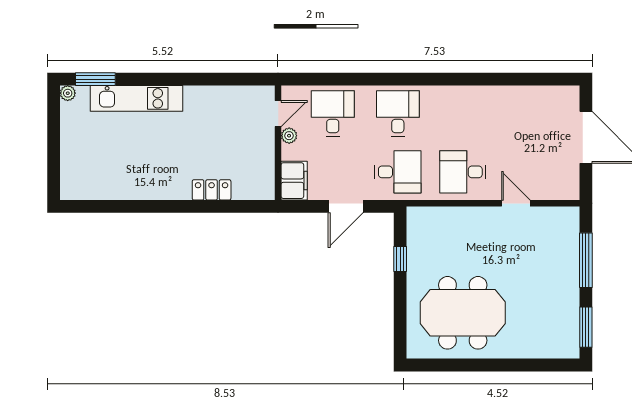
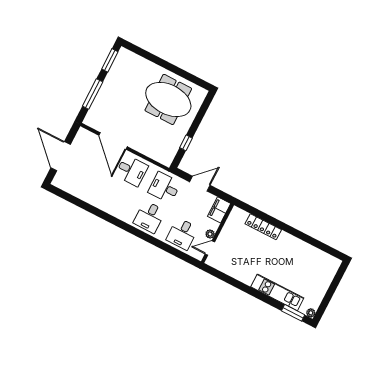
locker: (212, 190) -> (263, 227), width x1.53
door: (516, 203) -> (113, 141), width x1.87

